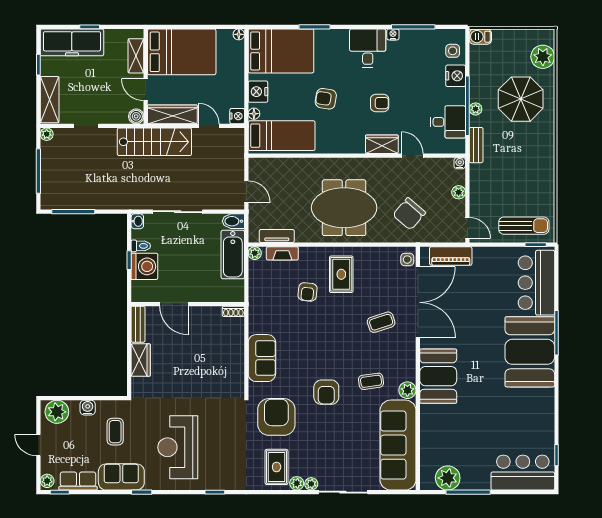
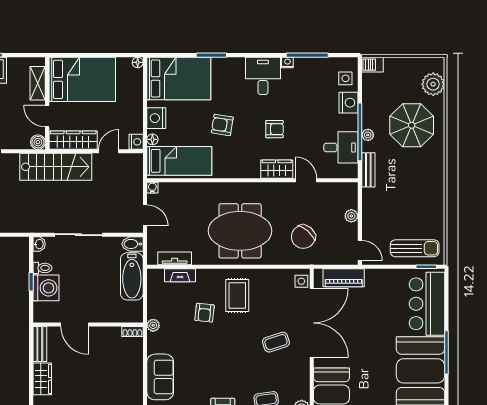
door: (209, 126) -> (109, 151), hinge flipped
water cooler: (460, 163) -> (152, 188), moved
plant: (255, 253) -> (153, 325), moved

